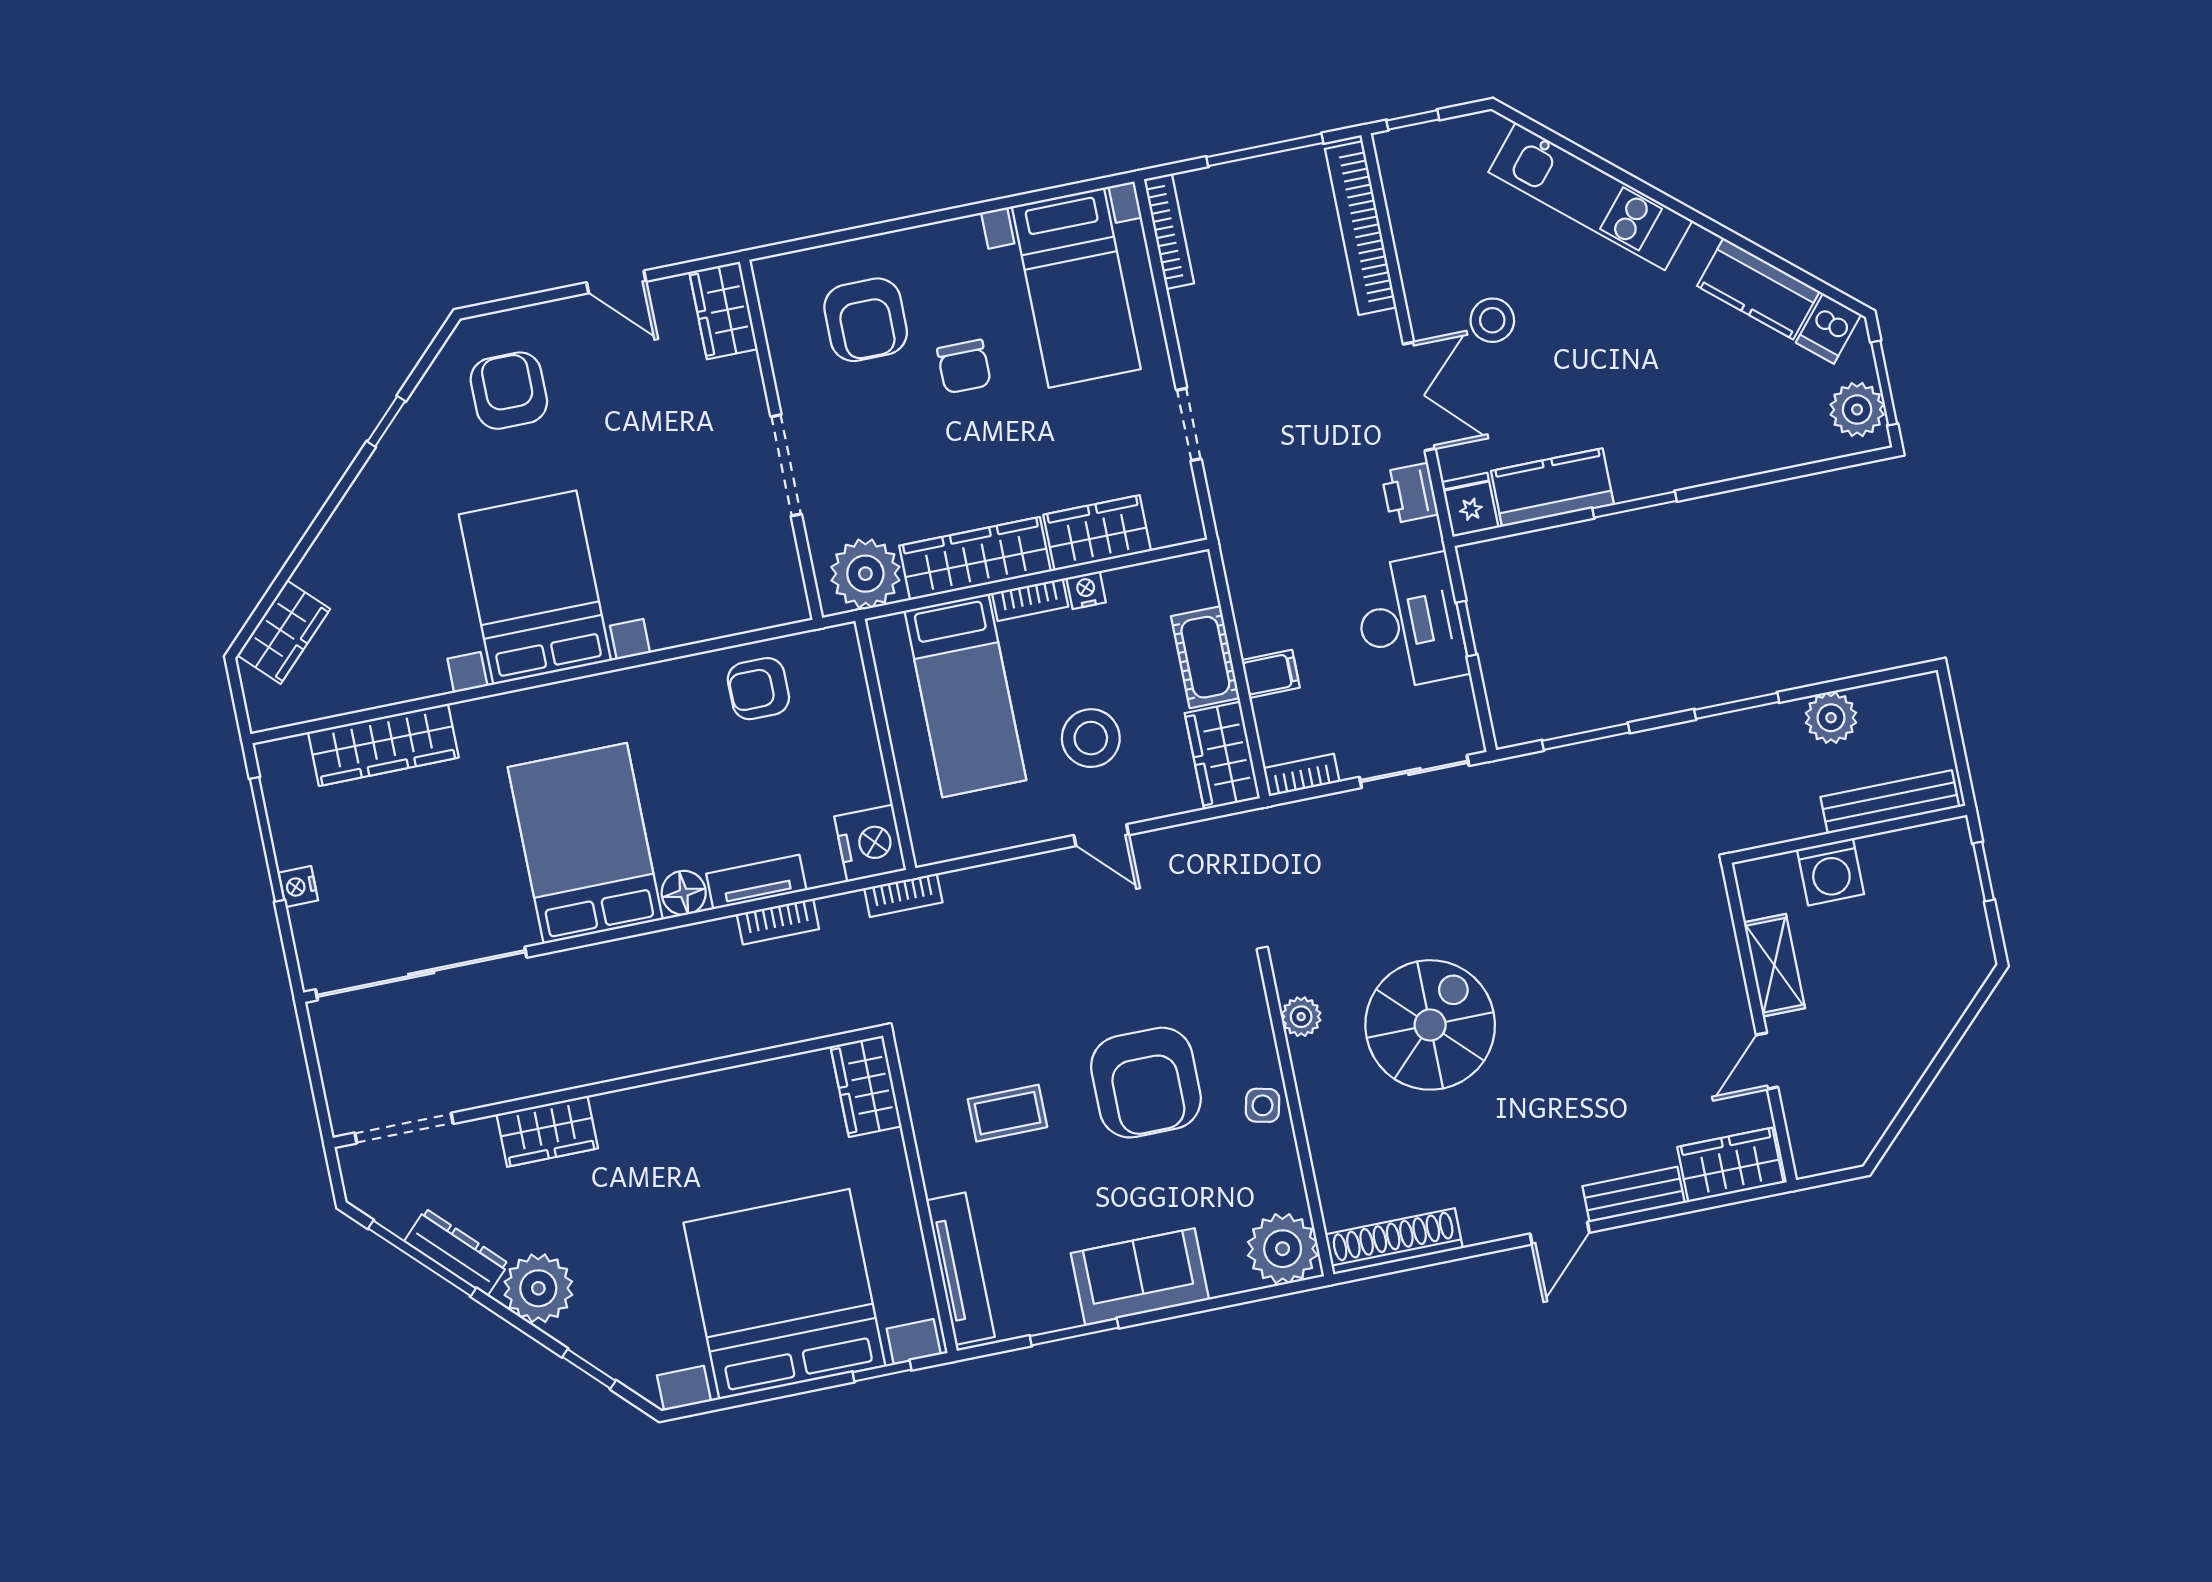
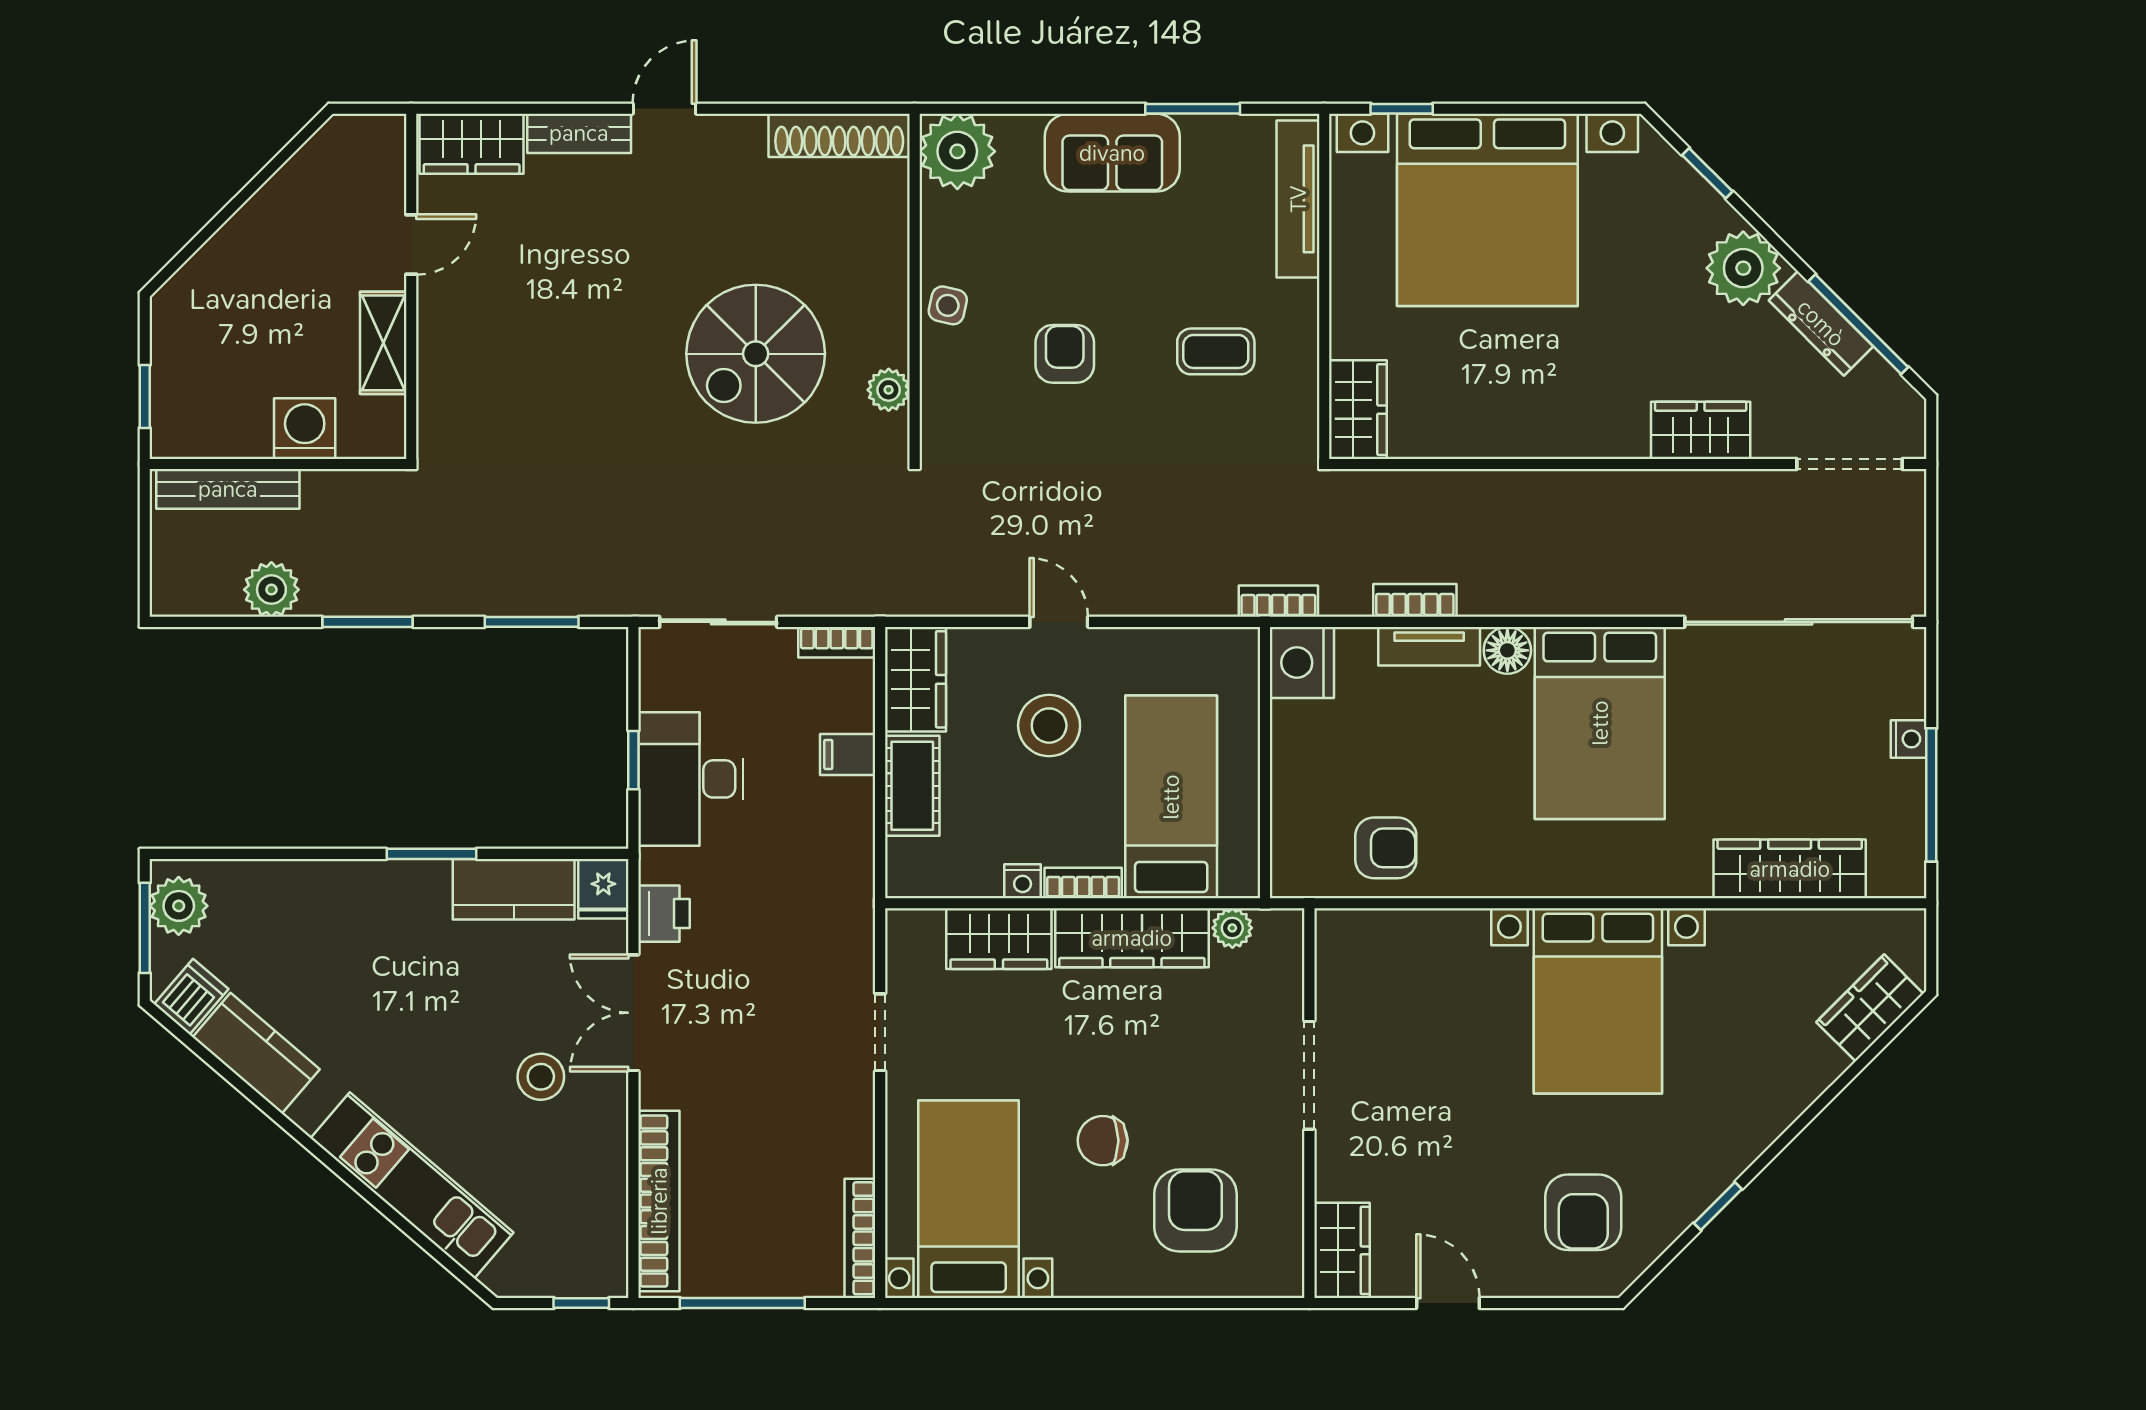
chair: (964, 367) -> (1103, 1141), turned -90
plant: (865, 574) -> (1232, 928), width x0.53, depth x0.53
armchair: (1146, 1083) -> (1065, 354), width x0.53, depth x0.53

